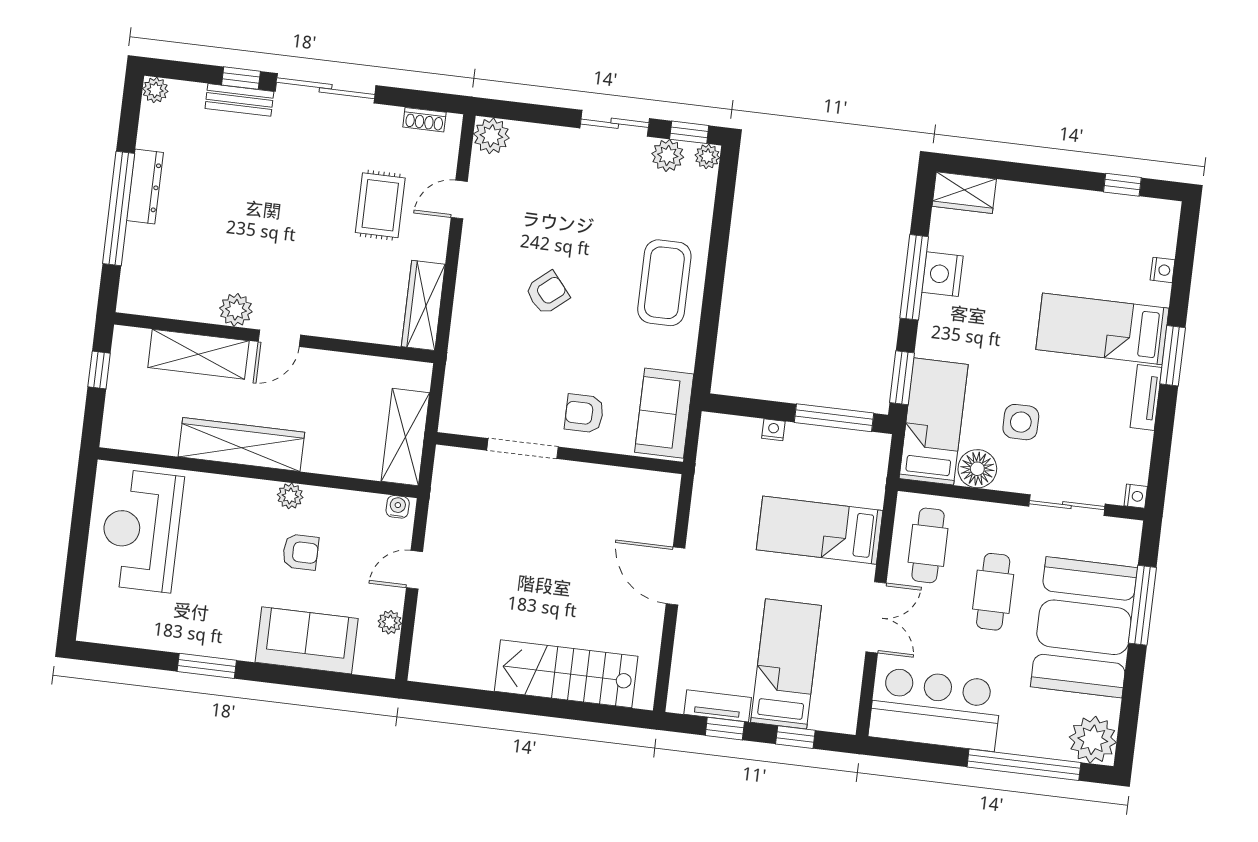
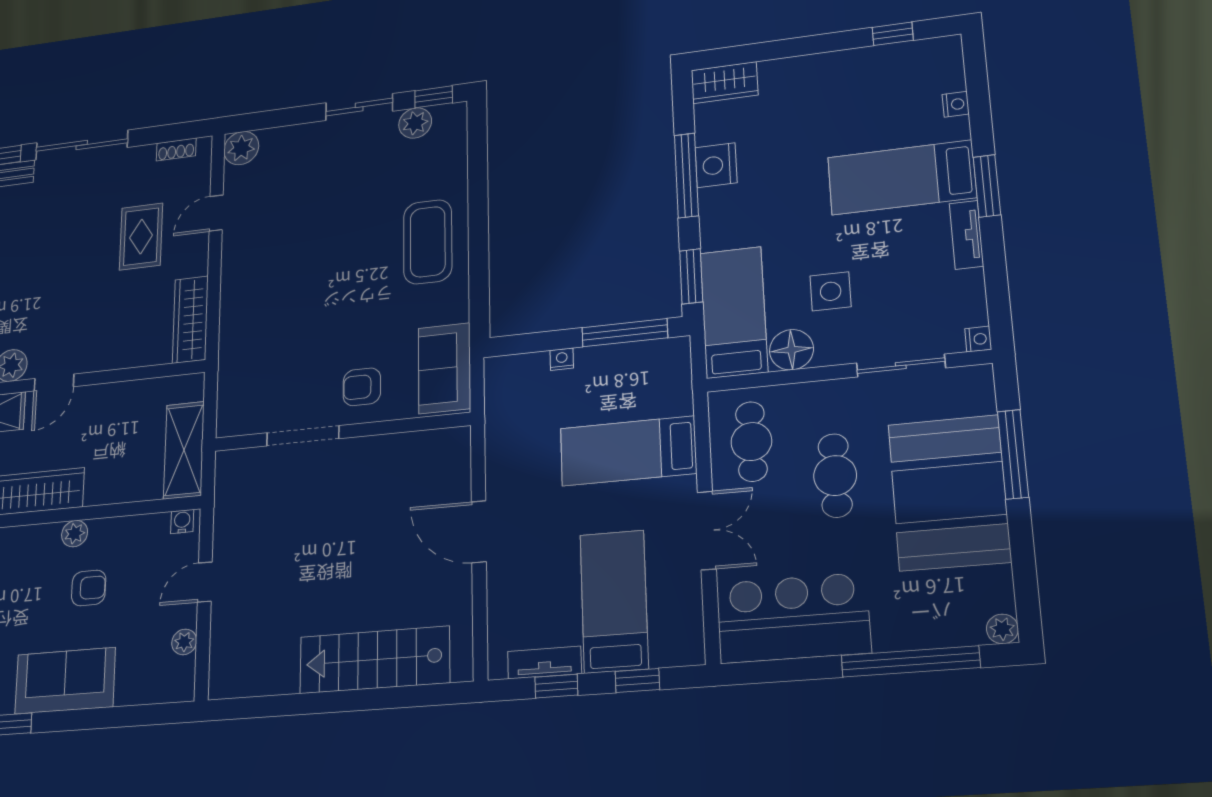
plant: (707, 156) -> (455, 114), removed
armchair: (547, 293) -> (311, 279), removed
sofa: (307, 640) -> (65, 681), moved
plant: (1093, 740) -> (1002, 629), width x0.53, depth x0.53

